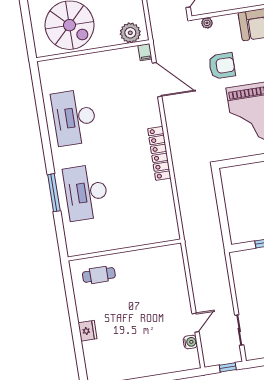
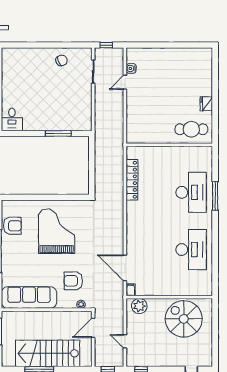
armchair: (222, 66) -> (73, 281), moved
locker: (159, 153) -> (132, 180), moved
cafe table: (99, 275) -> (191, 129), width x1.37, depth x1.35
fridge: (88, 331) -> (206, 104), moved

